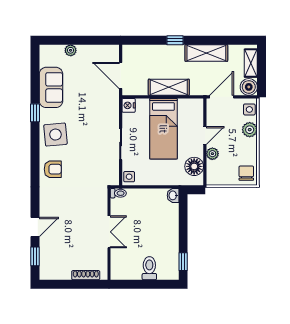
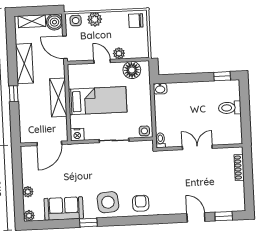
plant: (45, 50) -> (29, 216), added

